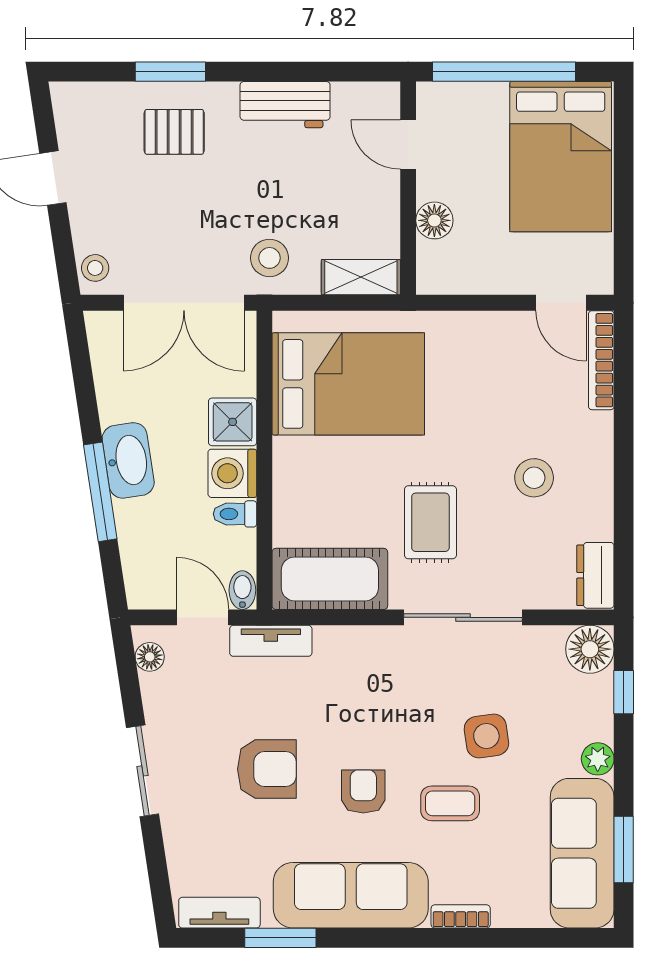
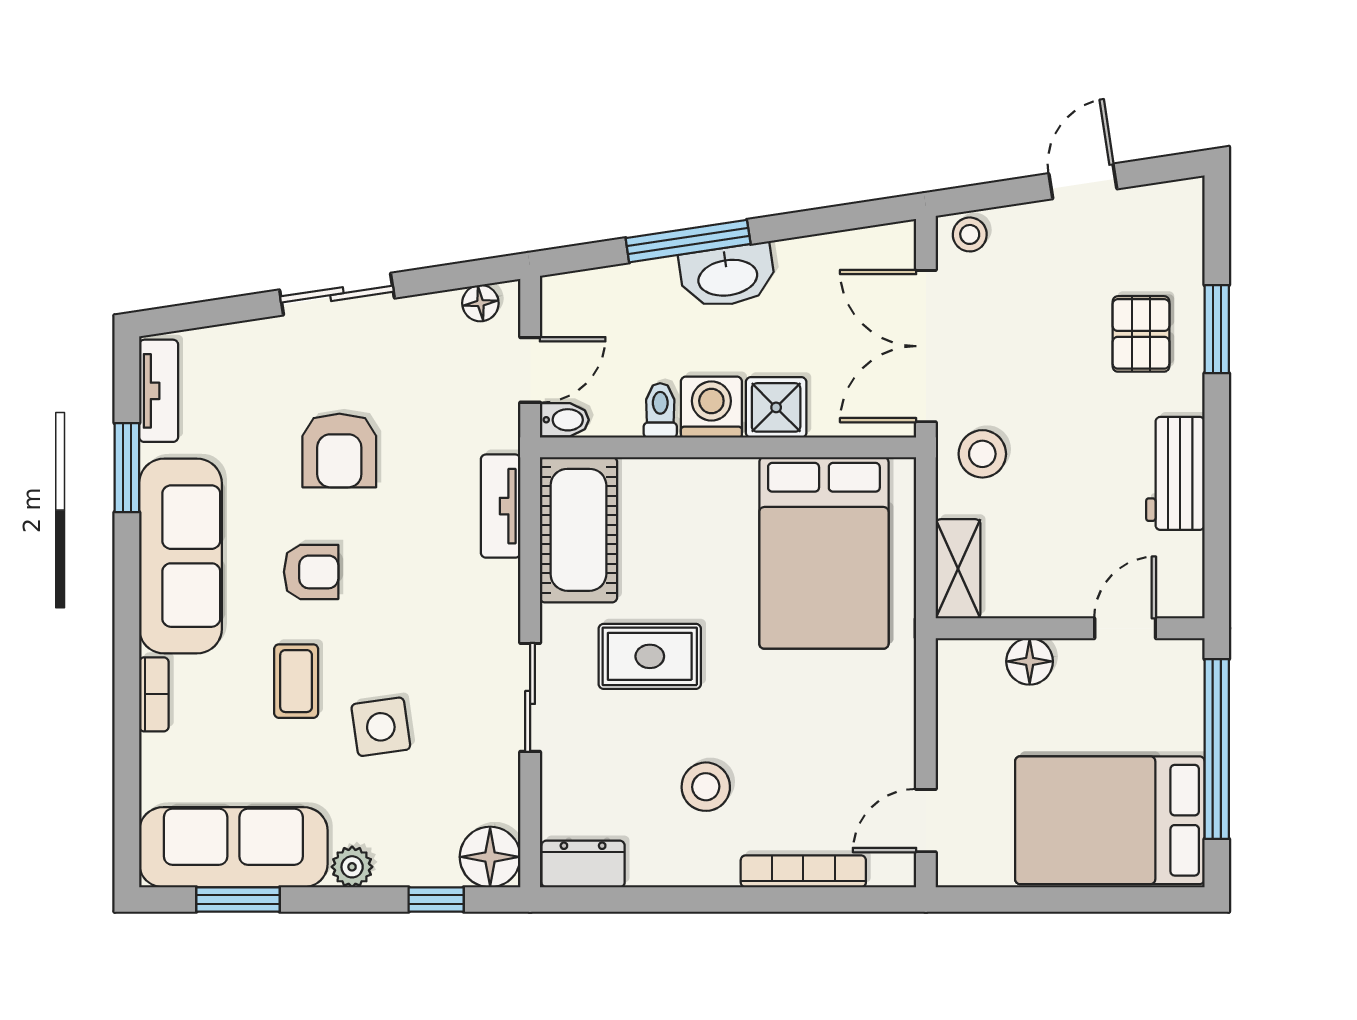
bookcase: (601, 360) -> (803, 871), moved
sliding door: (463, 617) -> (530, 697), width x0.73
tv unit: (271, 641) -> (501, 506), moved

